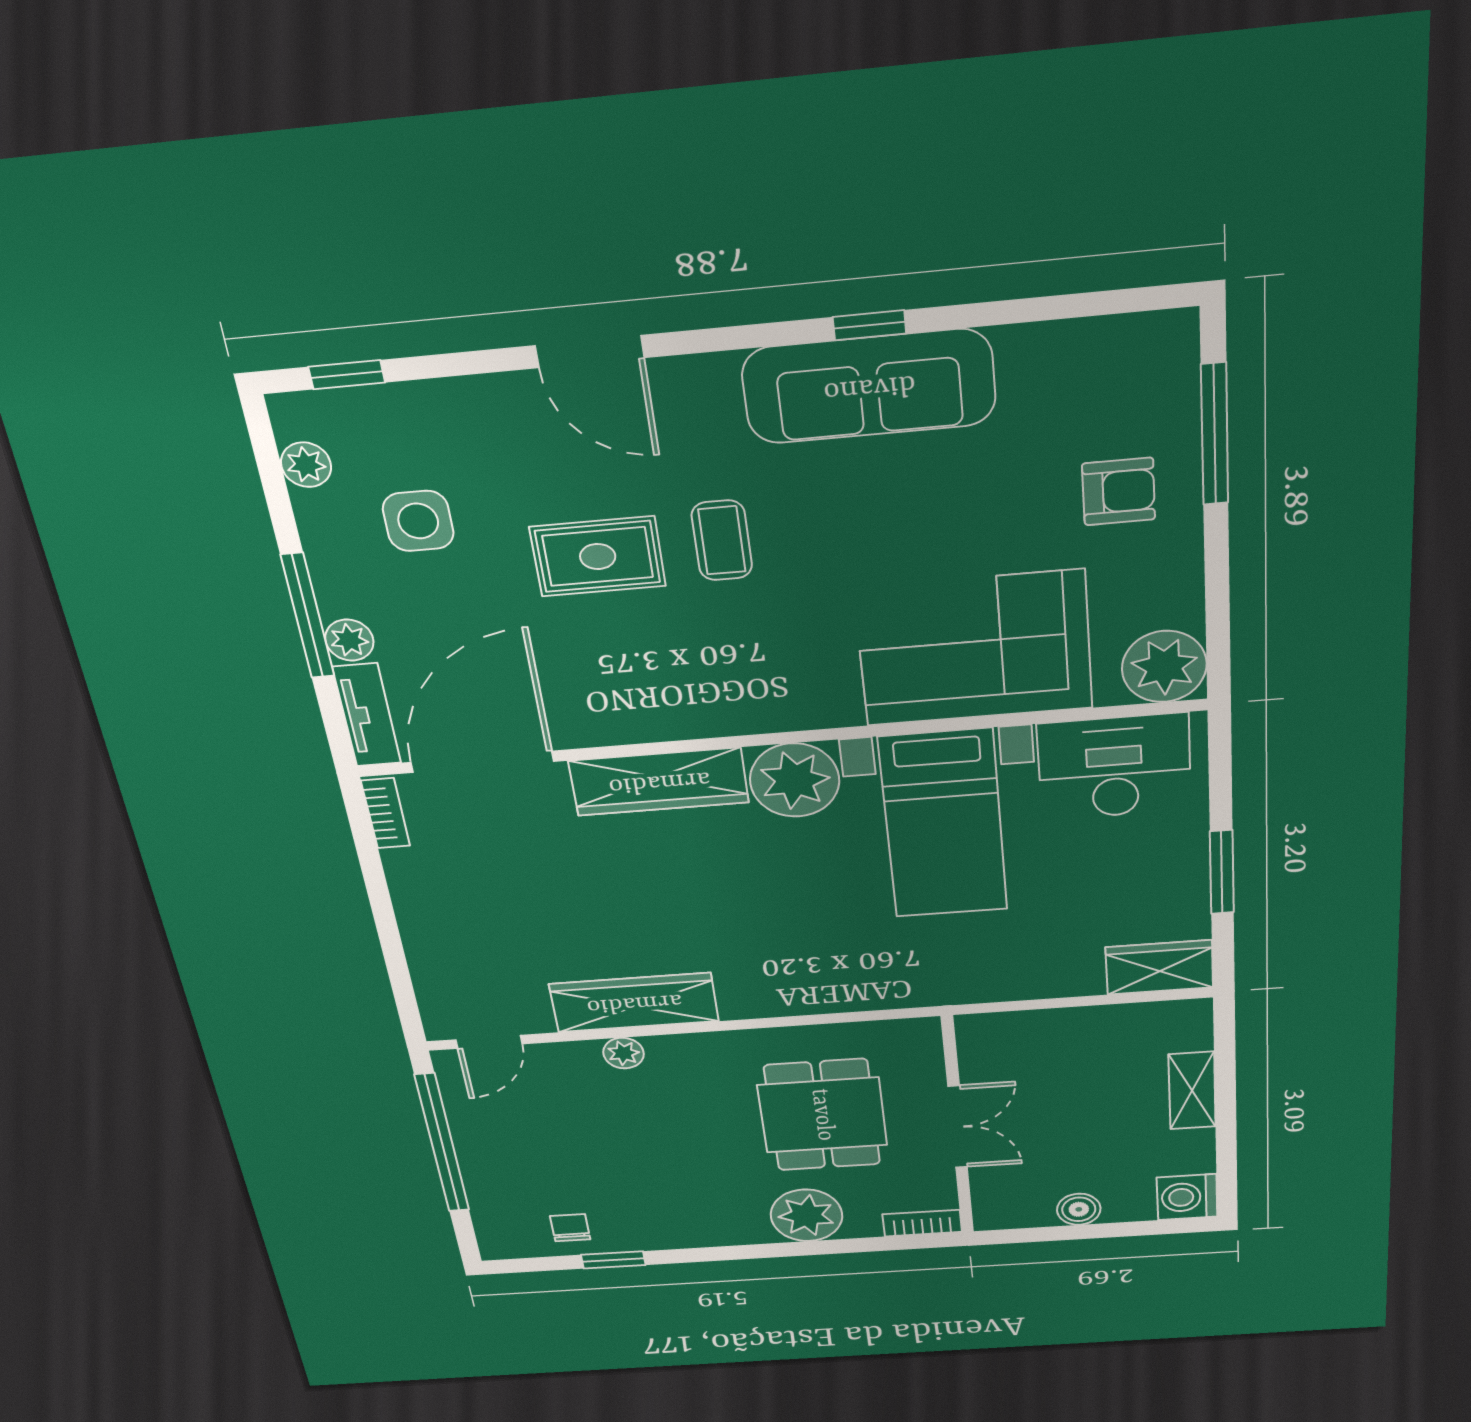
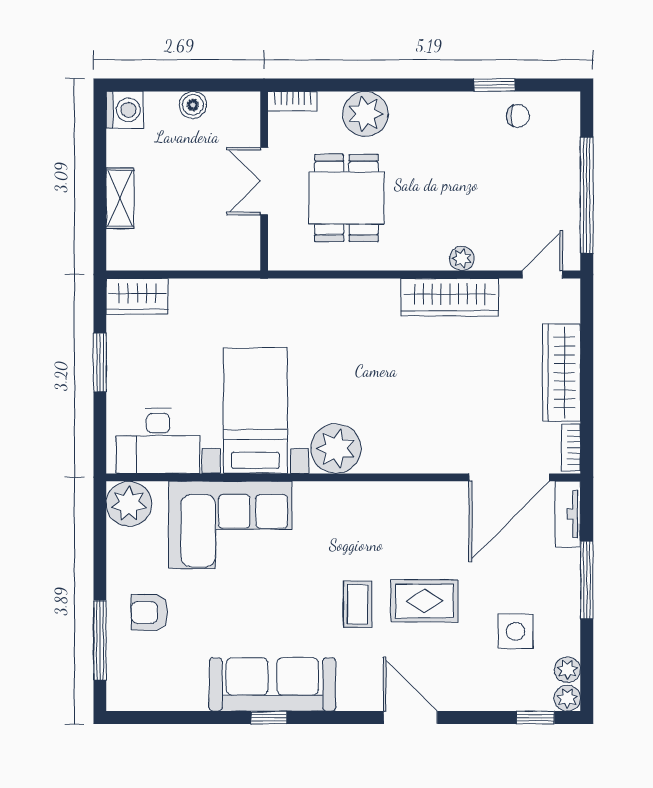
plant: (349, 640) -> (567, 698), moved
wardrobe: (659, 782) -> (562, 373), moved, turned -90
chair: (570, 1228) -> (518, 116), turned -90

